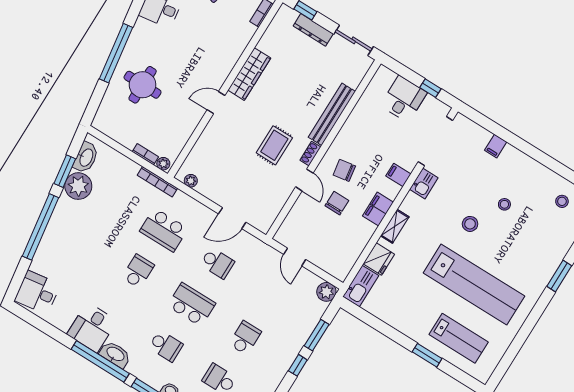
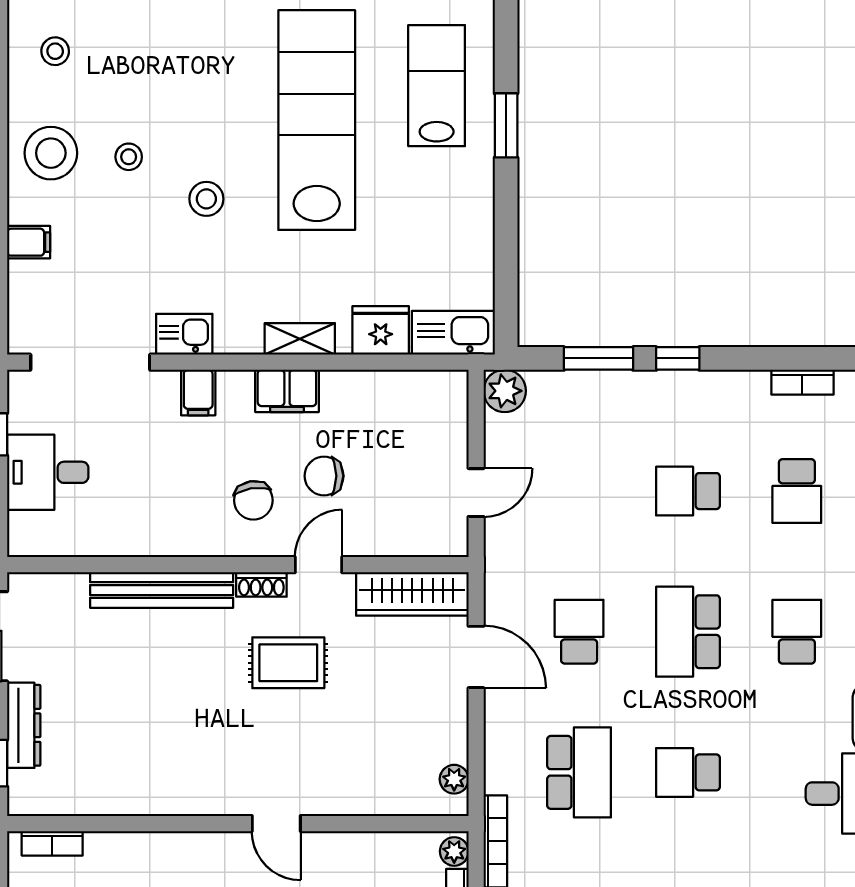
wardrobe: (249, 74) -> (412, 594), moved, turned 180
stool: (524, 176) -> (51, 153), added

